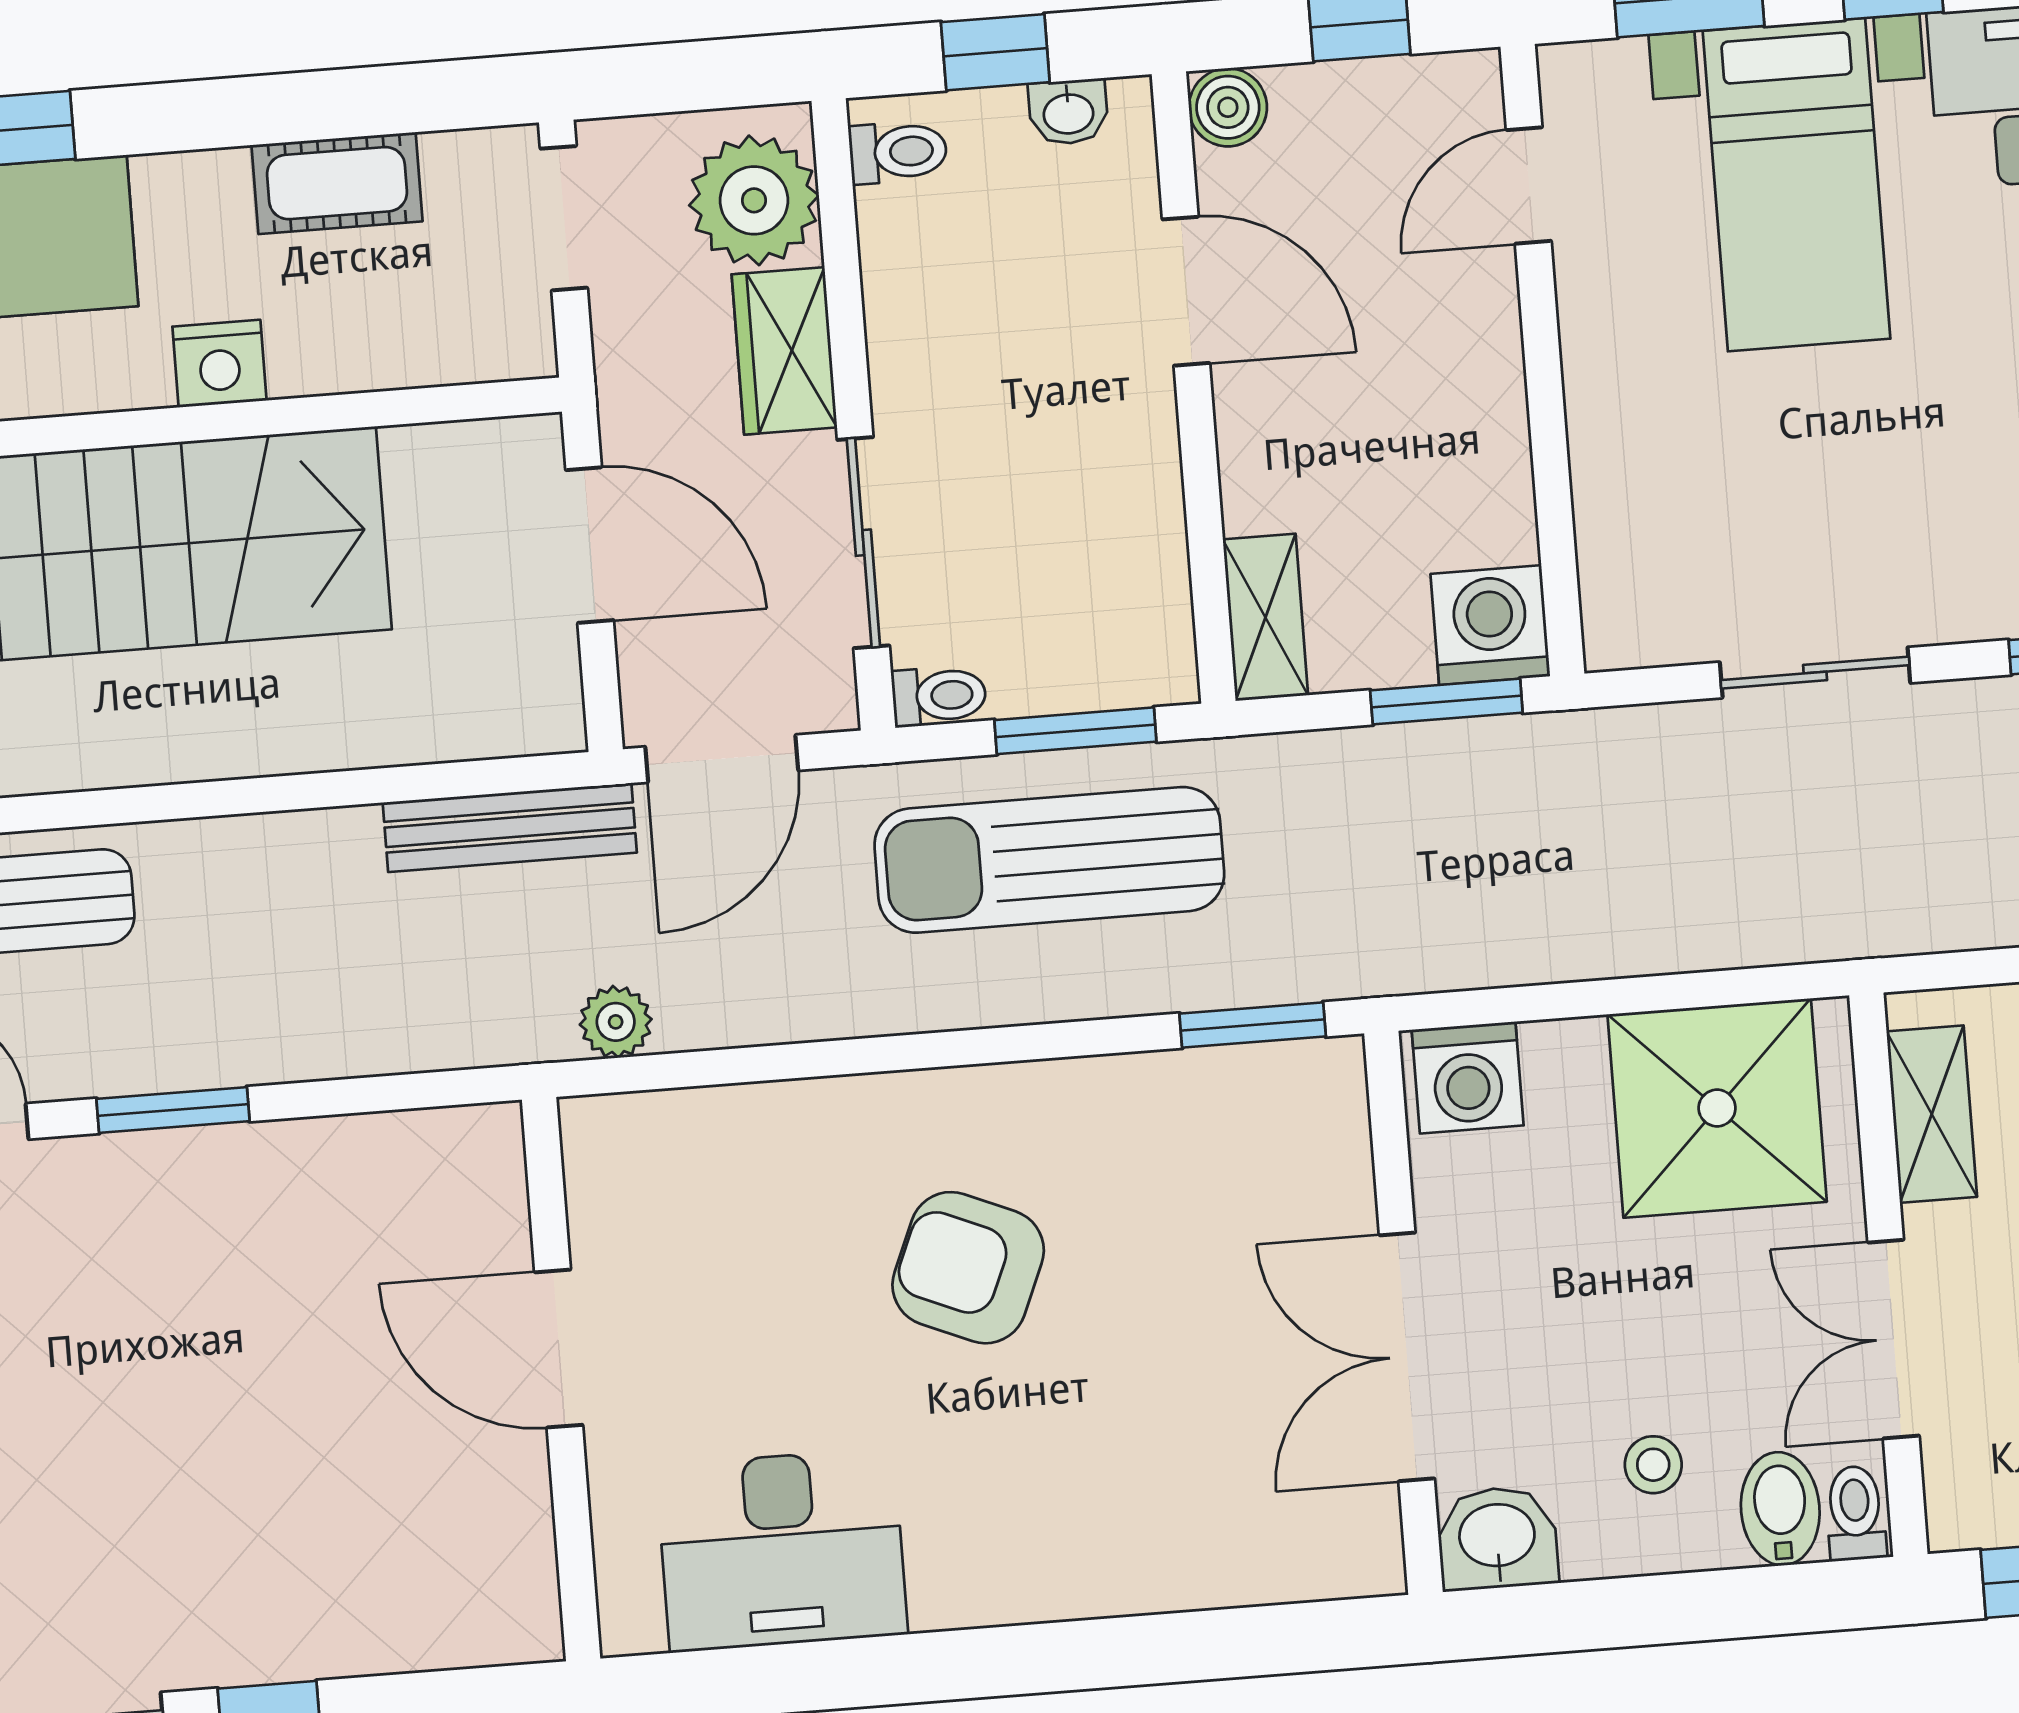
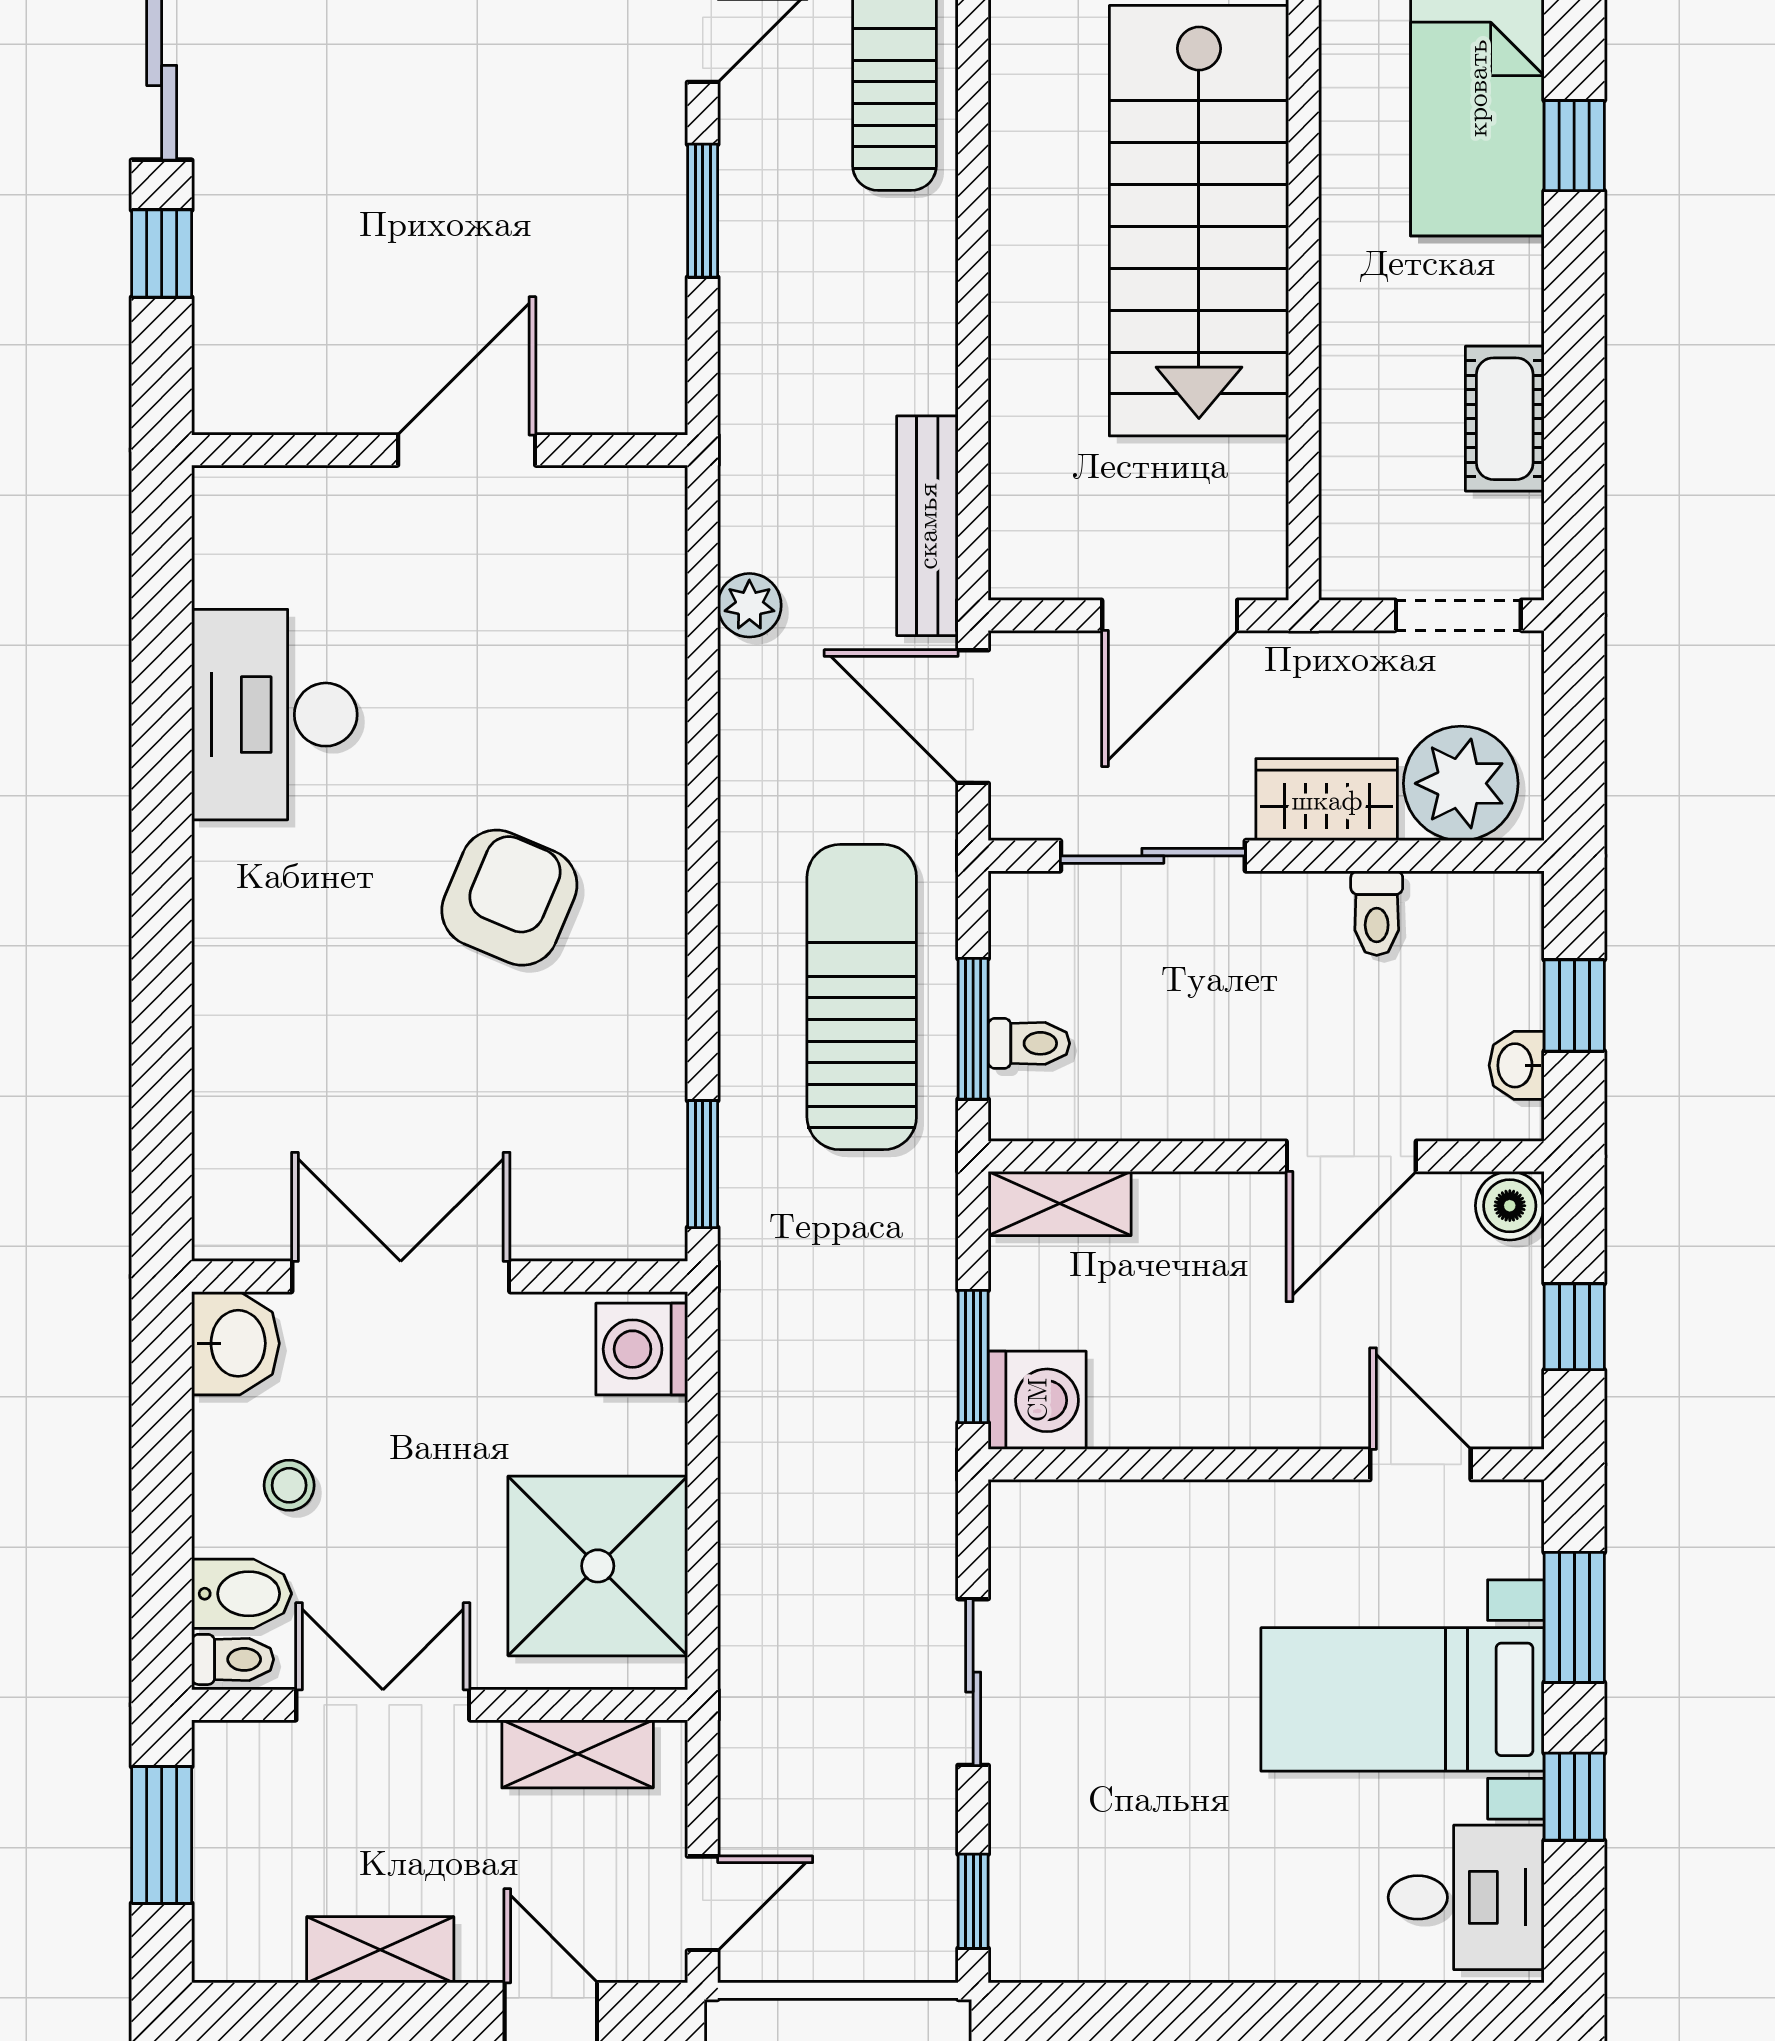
toilet: (898, 152) -> (1377, 913), moved
nightstand: (219, 364) -> (1354, 303), removed
toilet: (939, 696) -> (1029, 1043), moved, turned -90
door: (559, 1349) -> (467, 450), moved
wall: (561, 1379) -> (440, 450), moved

